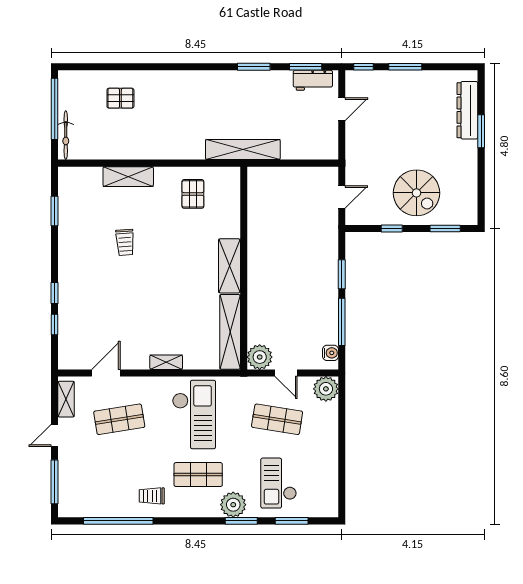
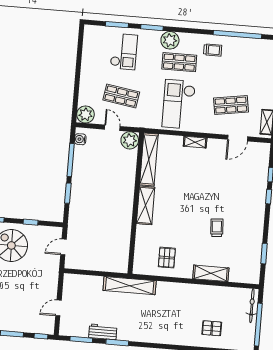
workbench: (313, 80) -> (103, 332), moved
plant: (233, 505) -> (170, 40), moved

